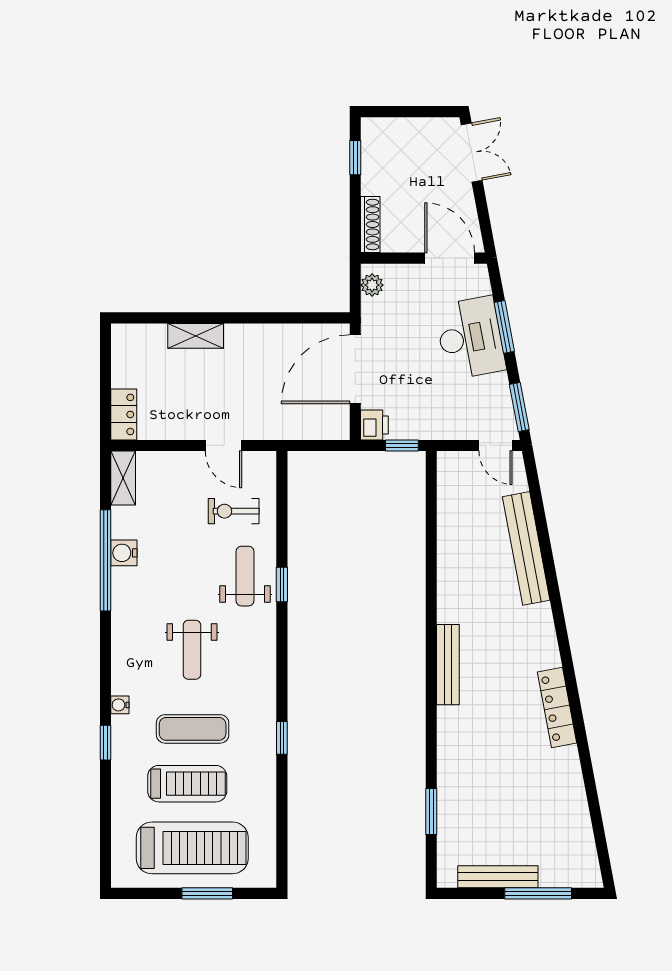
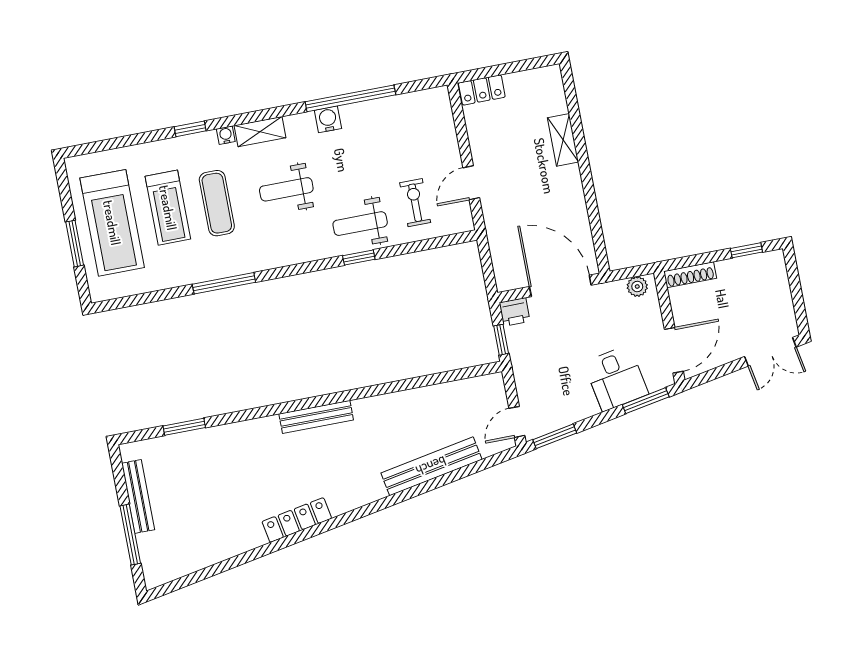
window: (504, 327) -> (646, 401), moved
desk: (470, 338) -> (616, 378), width x0.73
shelving: (123, 478) -> (260, 132), moved
water cooler: (124, 553) -> (328, 119), moved
weight bench: (245, 576) -> (360, 224), turned 180
window: (282, 738) -> (224, 283), width x2.17

